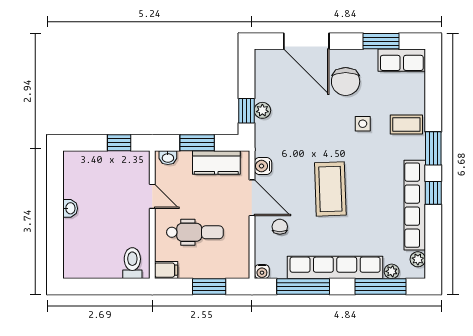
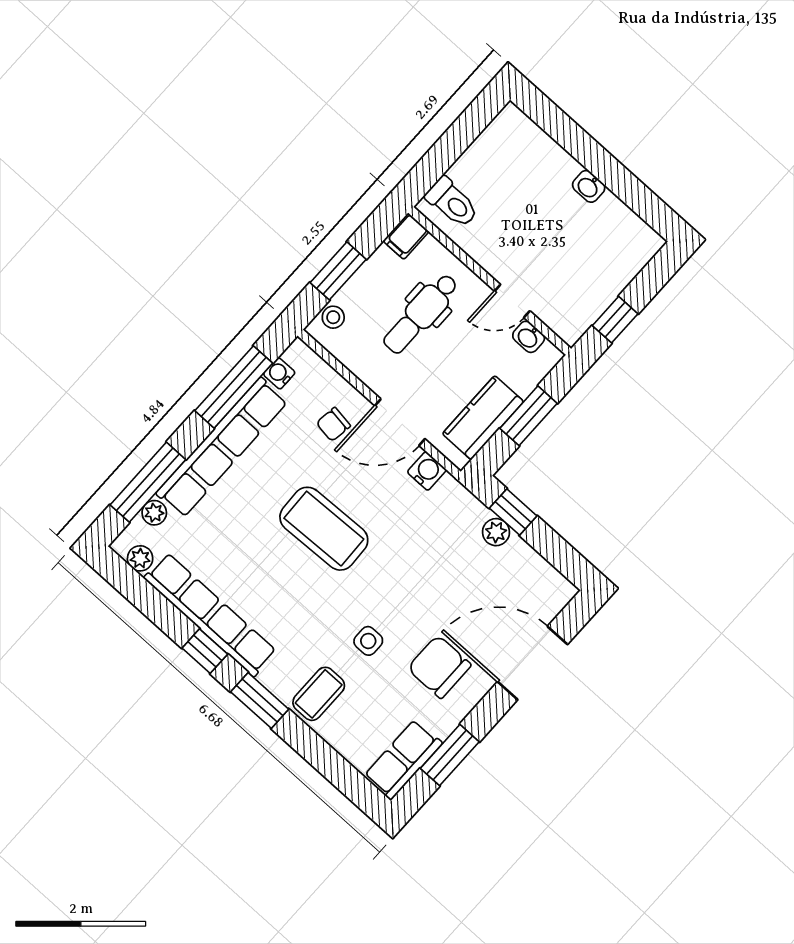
washbasin: (168, 158) -> (529, 337), moved, turned -90
chair: (280, 227) -> (333, 424), turned 98
stool: (232, 270) -> (333, 317), added
water cooler: (262, 272) -> (279, 373), moved

